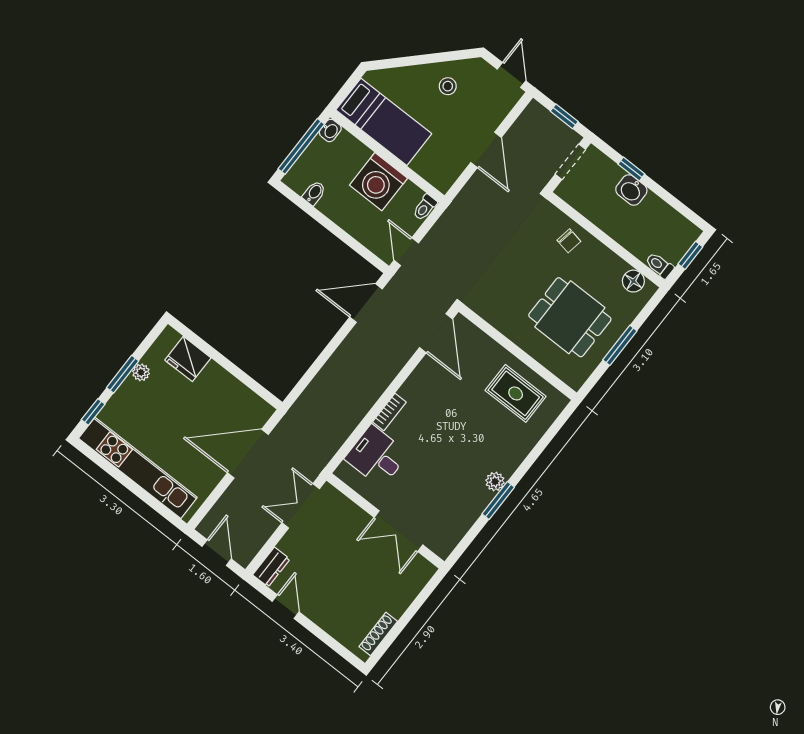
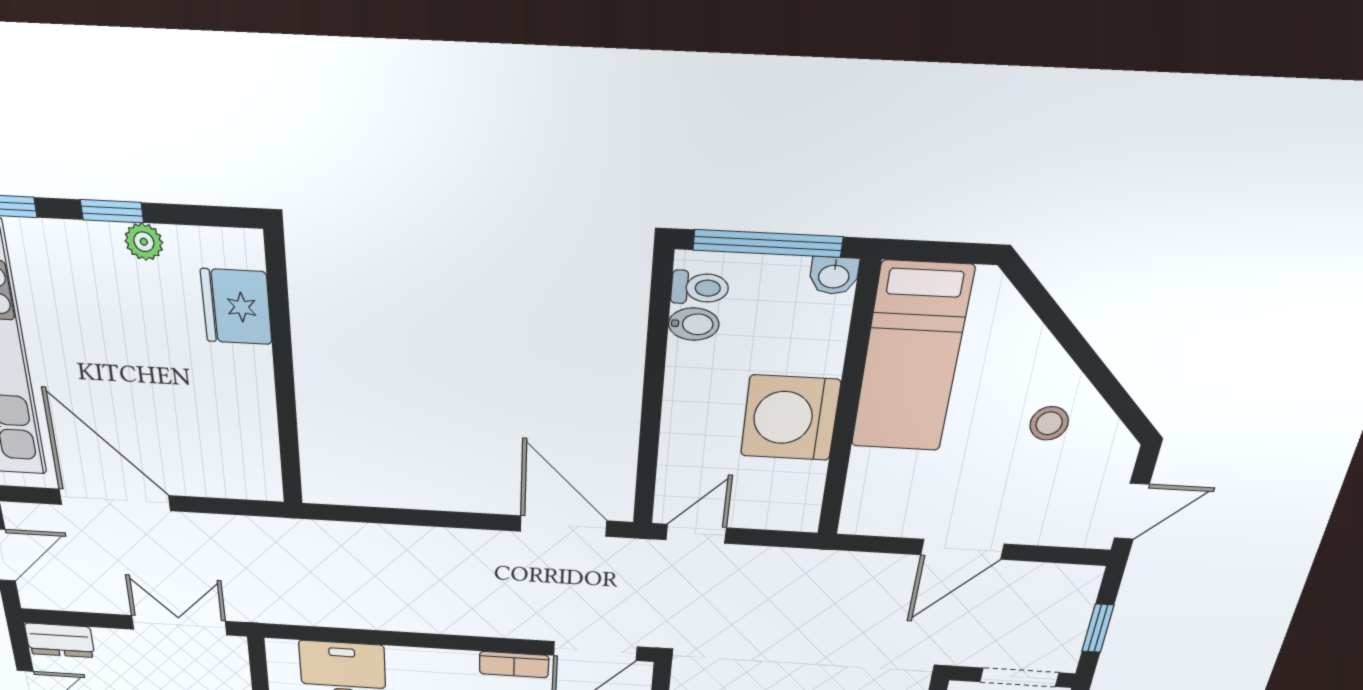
toilet: (425, 207) -> (700, 288), moved, turned 180
window: (123, 374) -> (112, 211), width x0.67
bookcase: (389, 412) -> (514, 665), moved
door: (248, 454) -> (115, 500), moved

